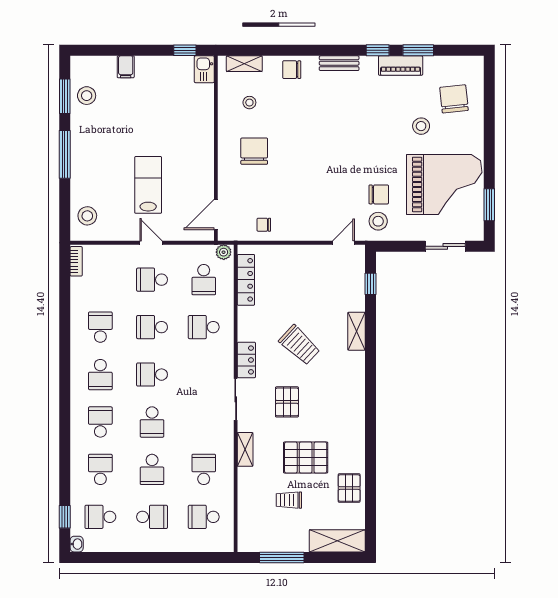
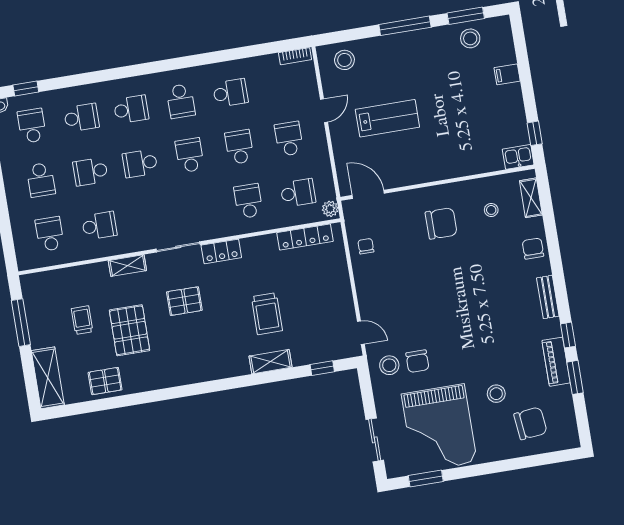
door: (151, 243) -> (324, 111), moved
school desk: (204, 280) -> (298, 193), turned 180
trolley: (299, 345) -> (267, 314), moved, turned -43
school desk: (100, 375) -> (181, 101), turned -90

